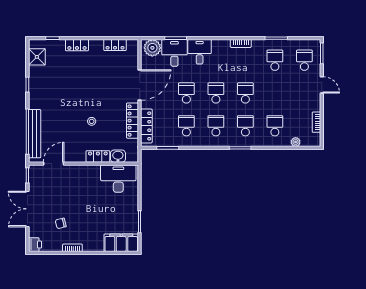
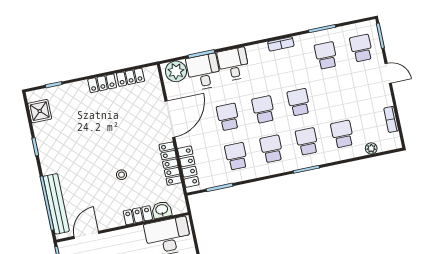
locker: (77, 45) -> (102, 83), moved

